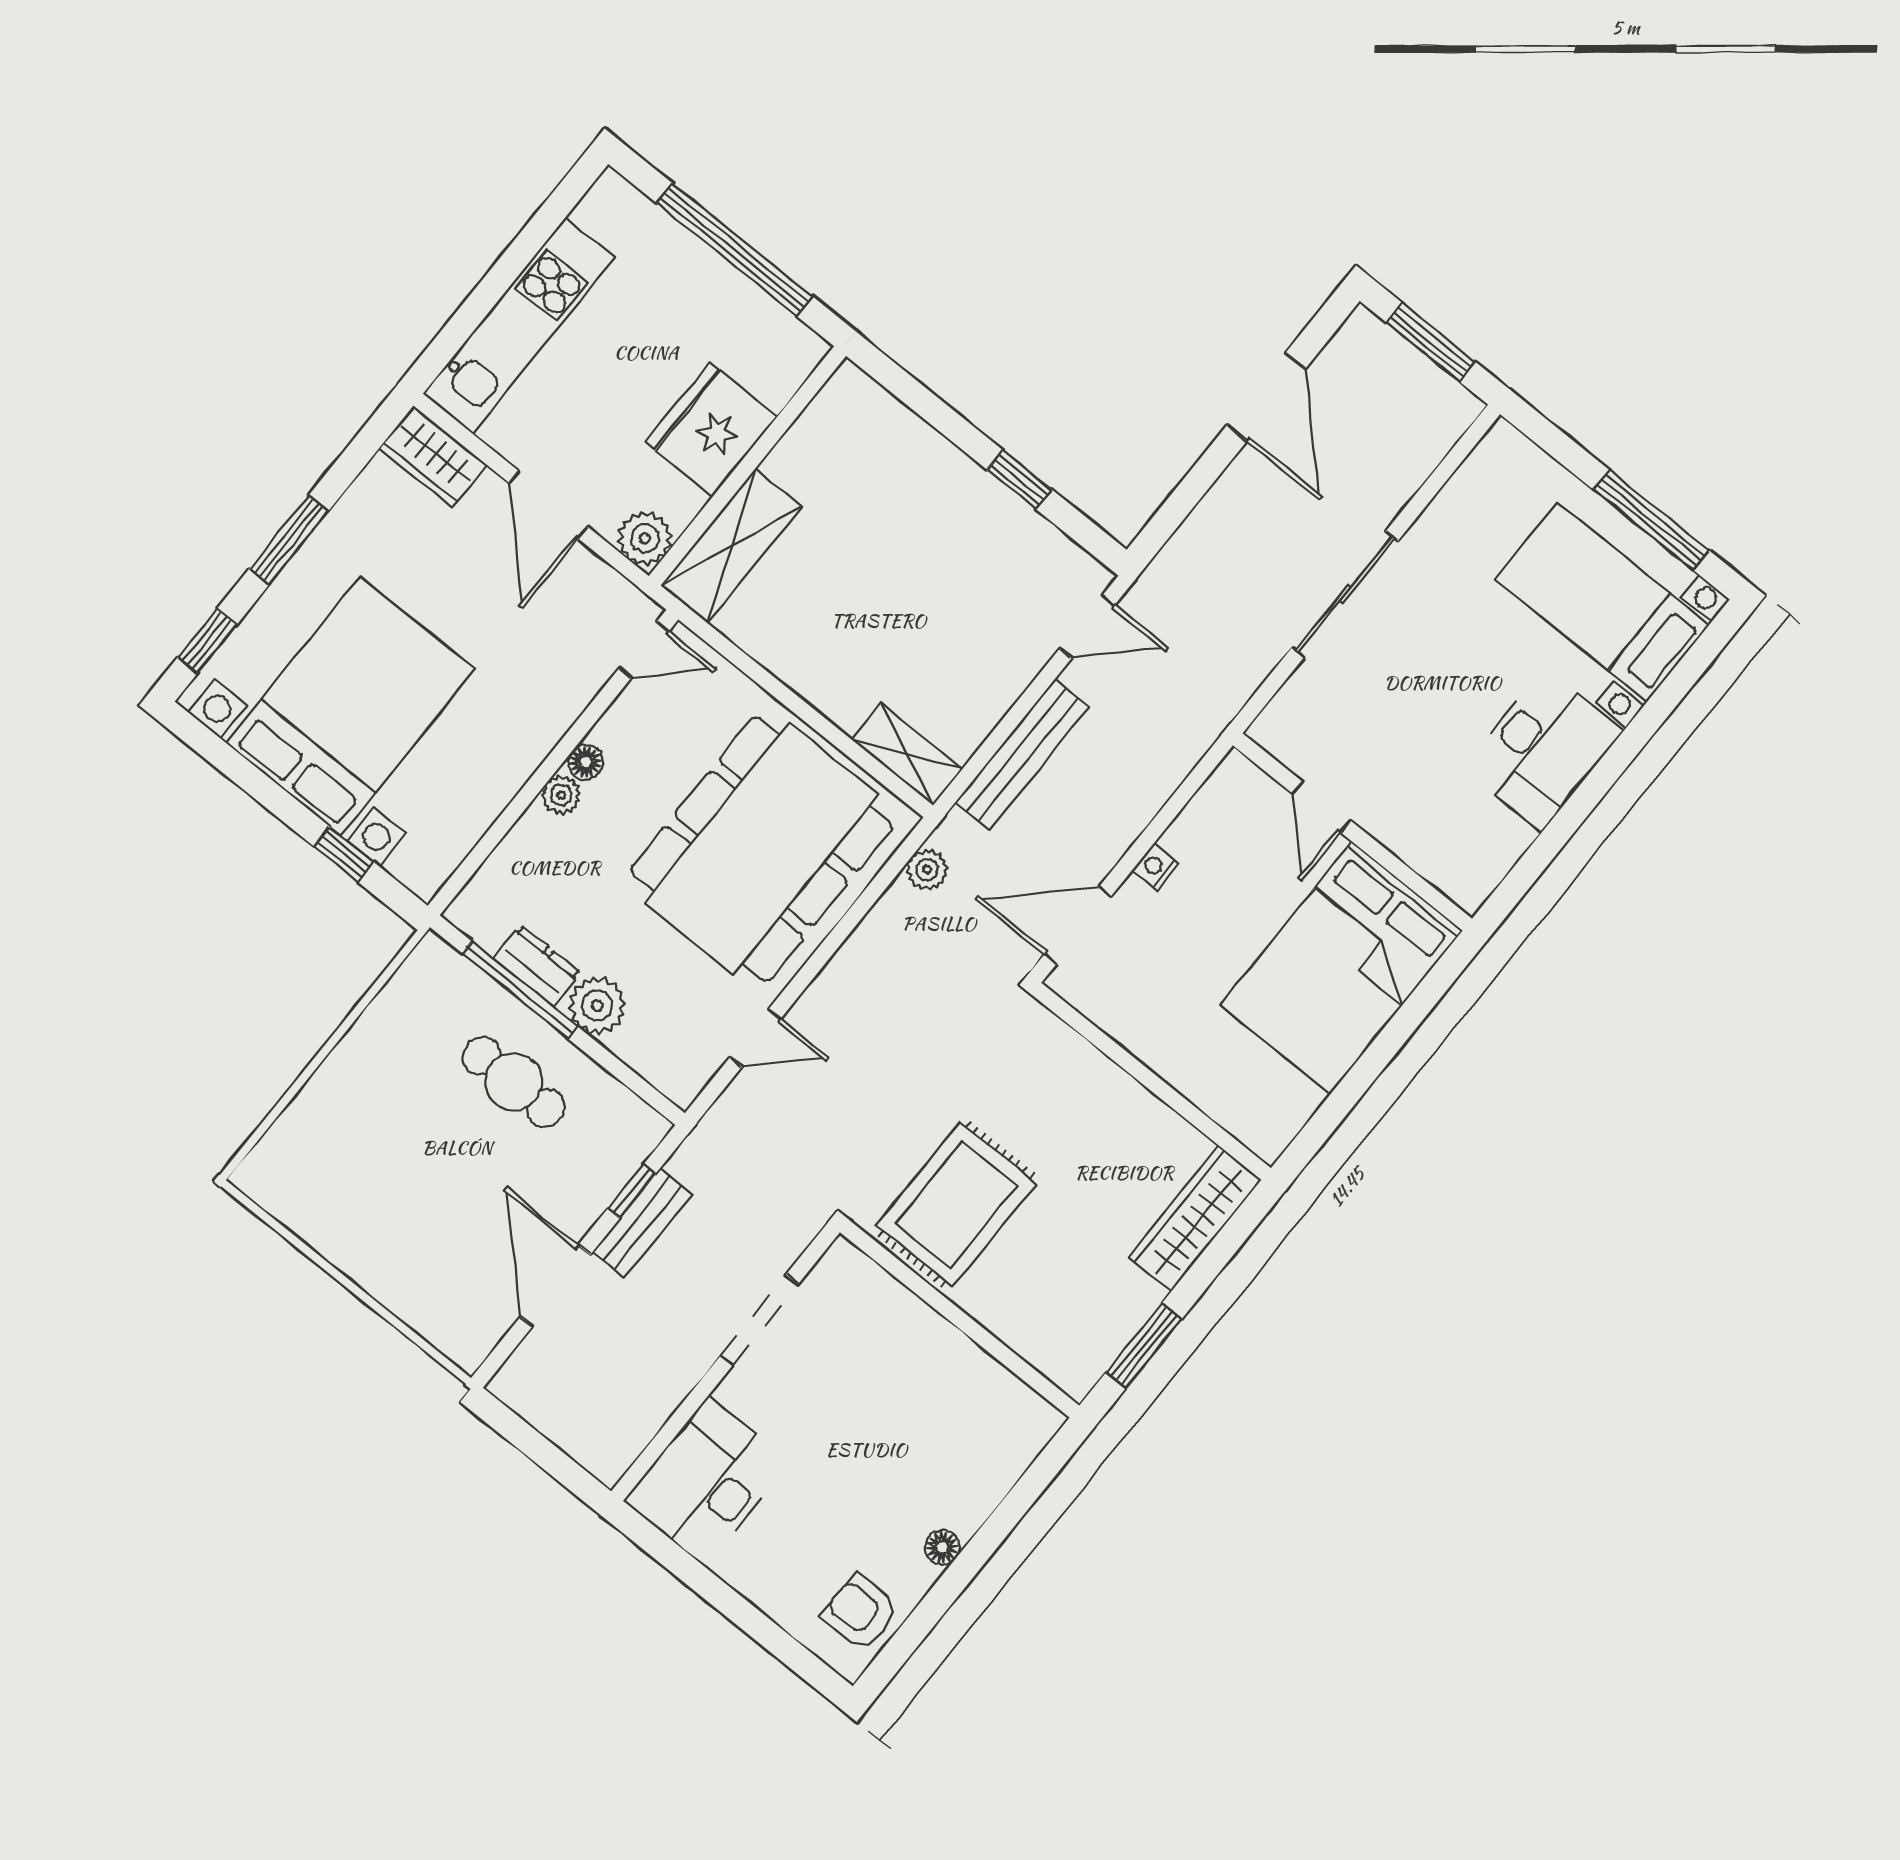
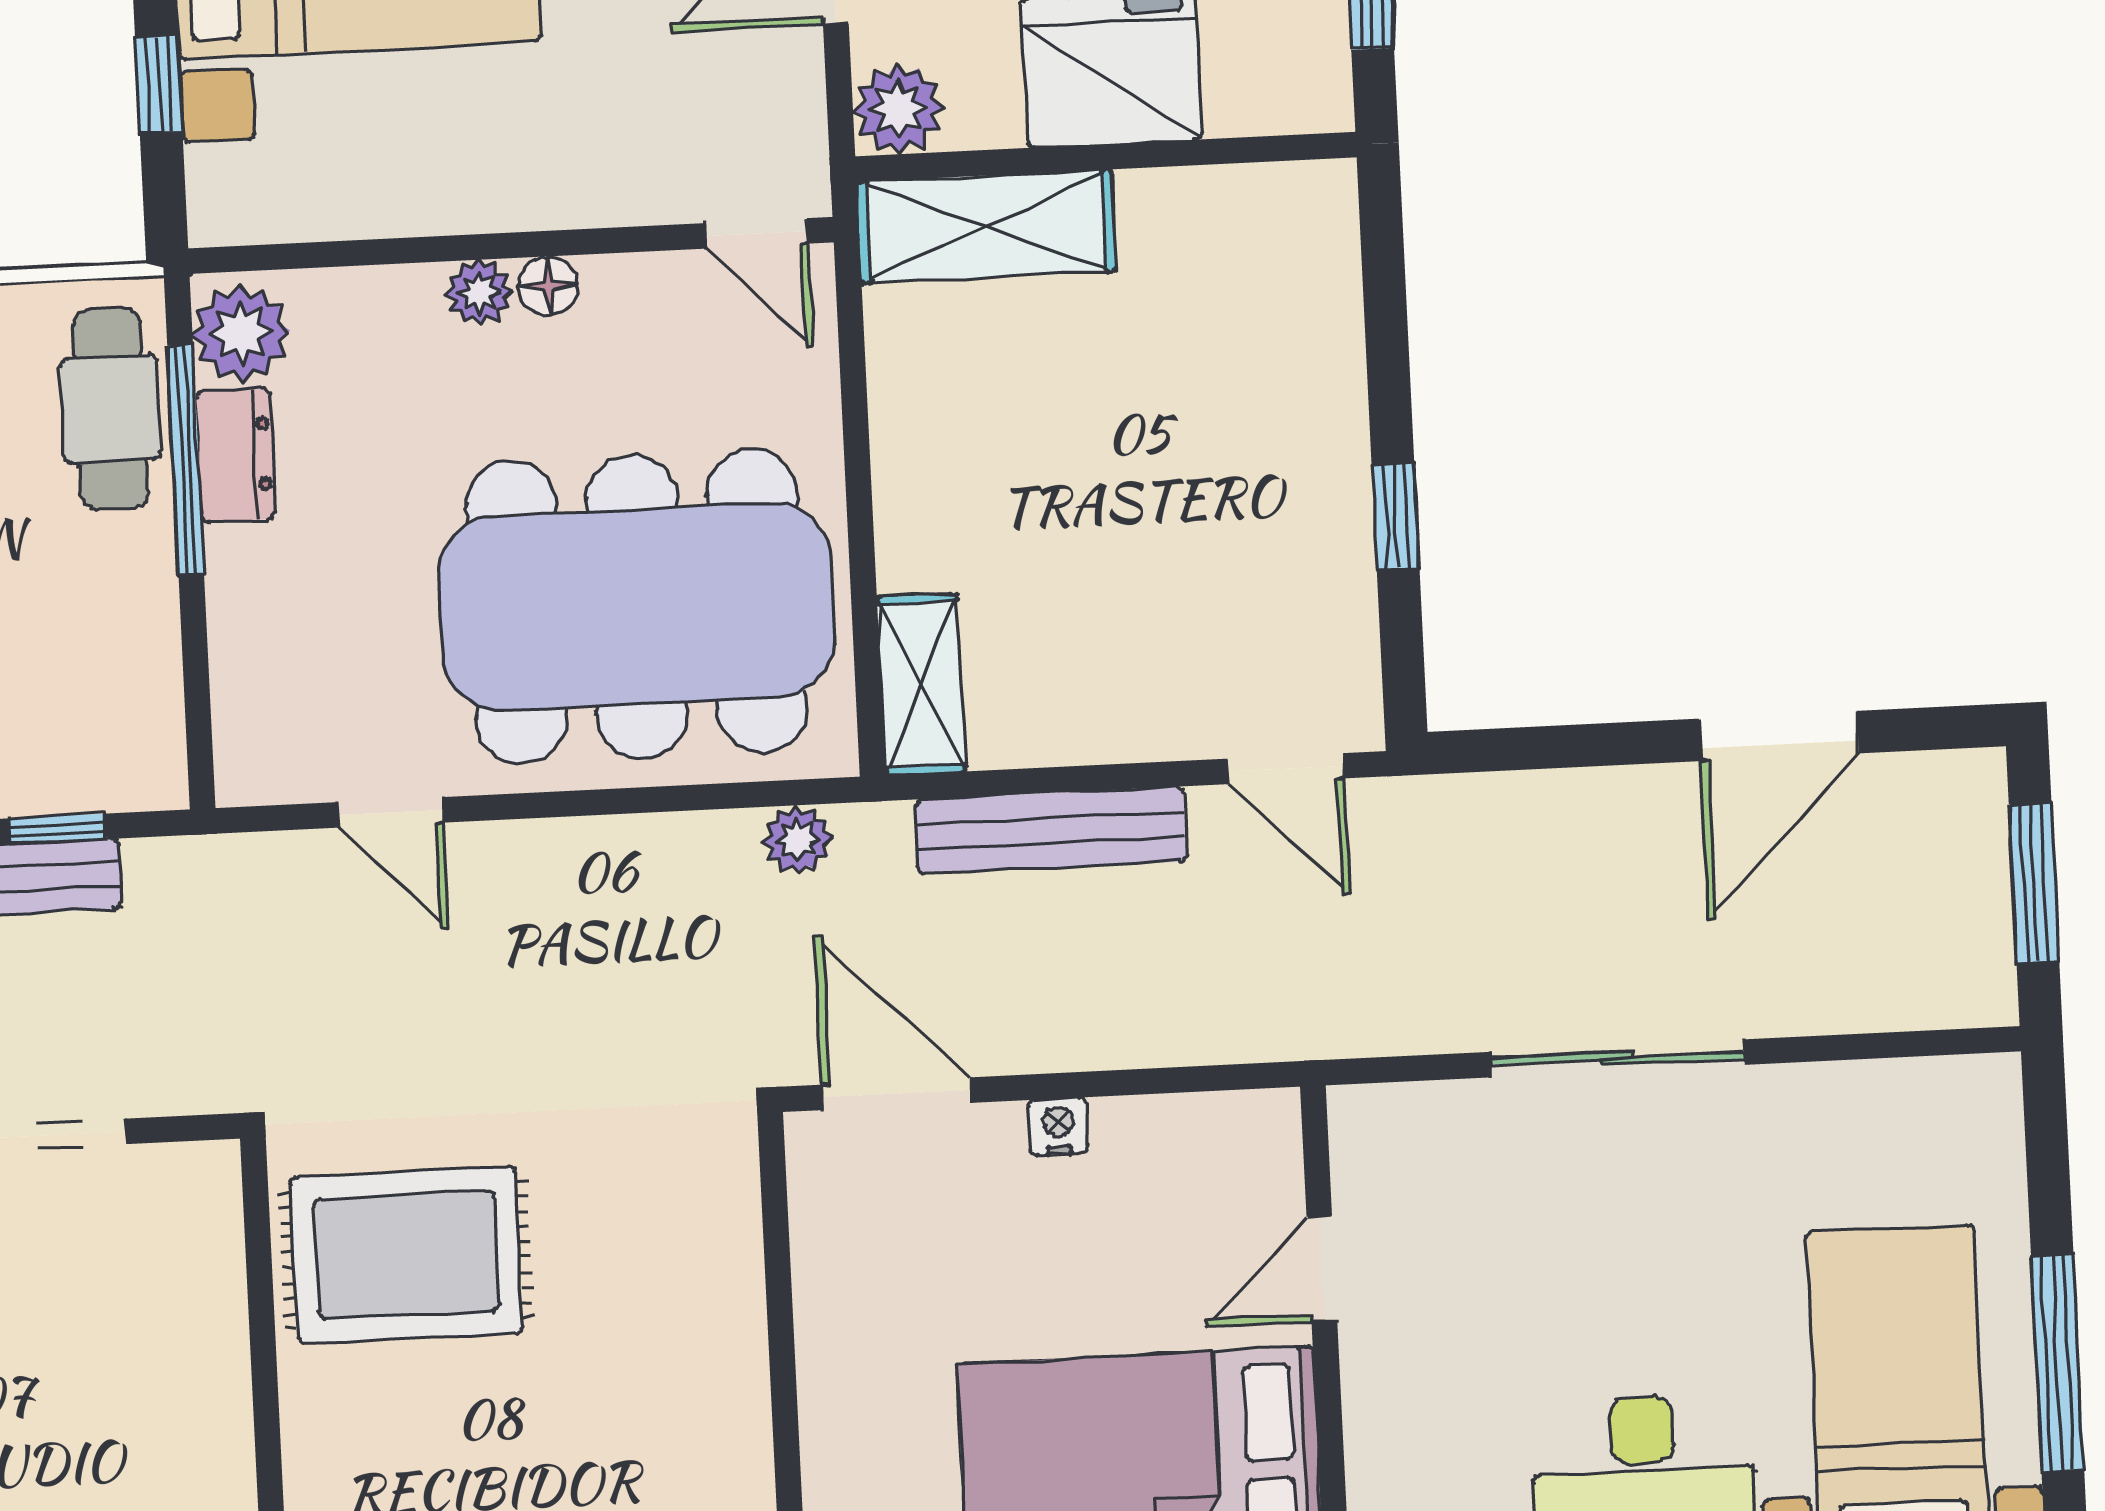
plant: (597, 1006) -> (241, 333), moved
cafe table: (514, 1082) -> (110, 409), moved

